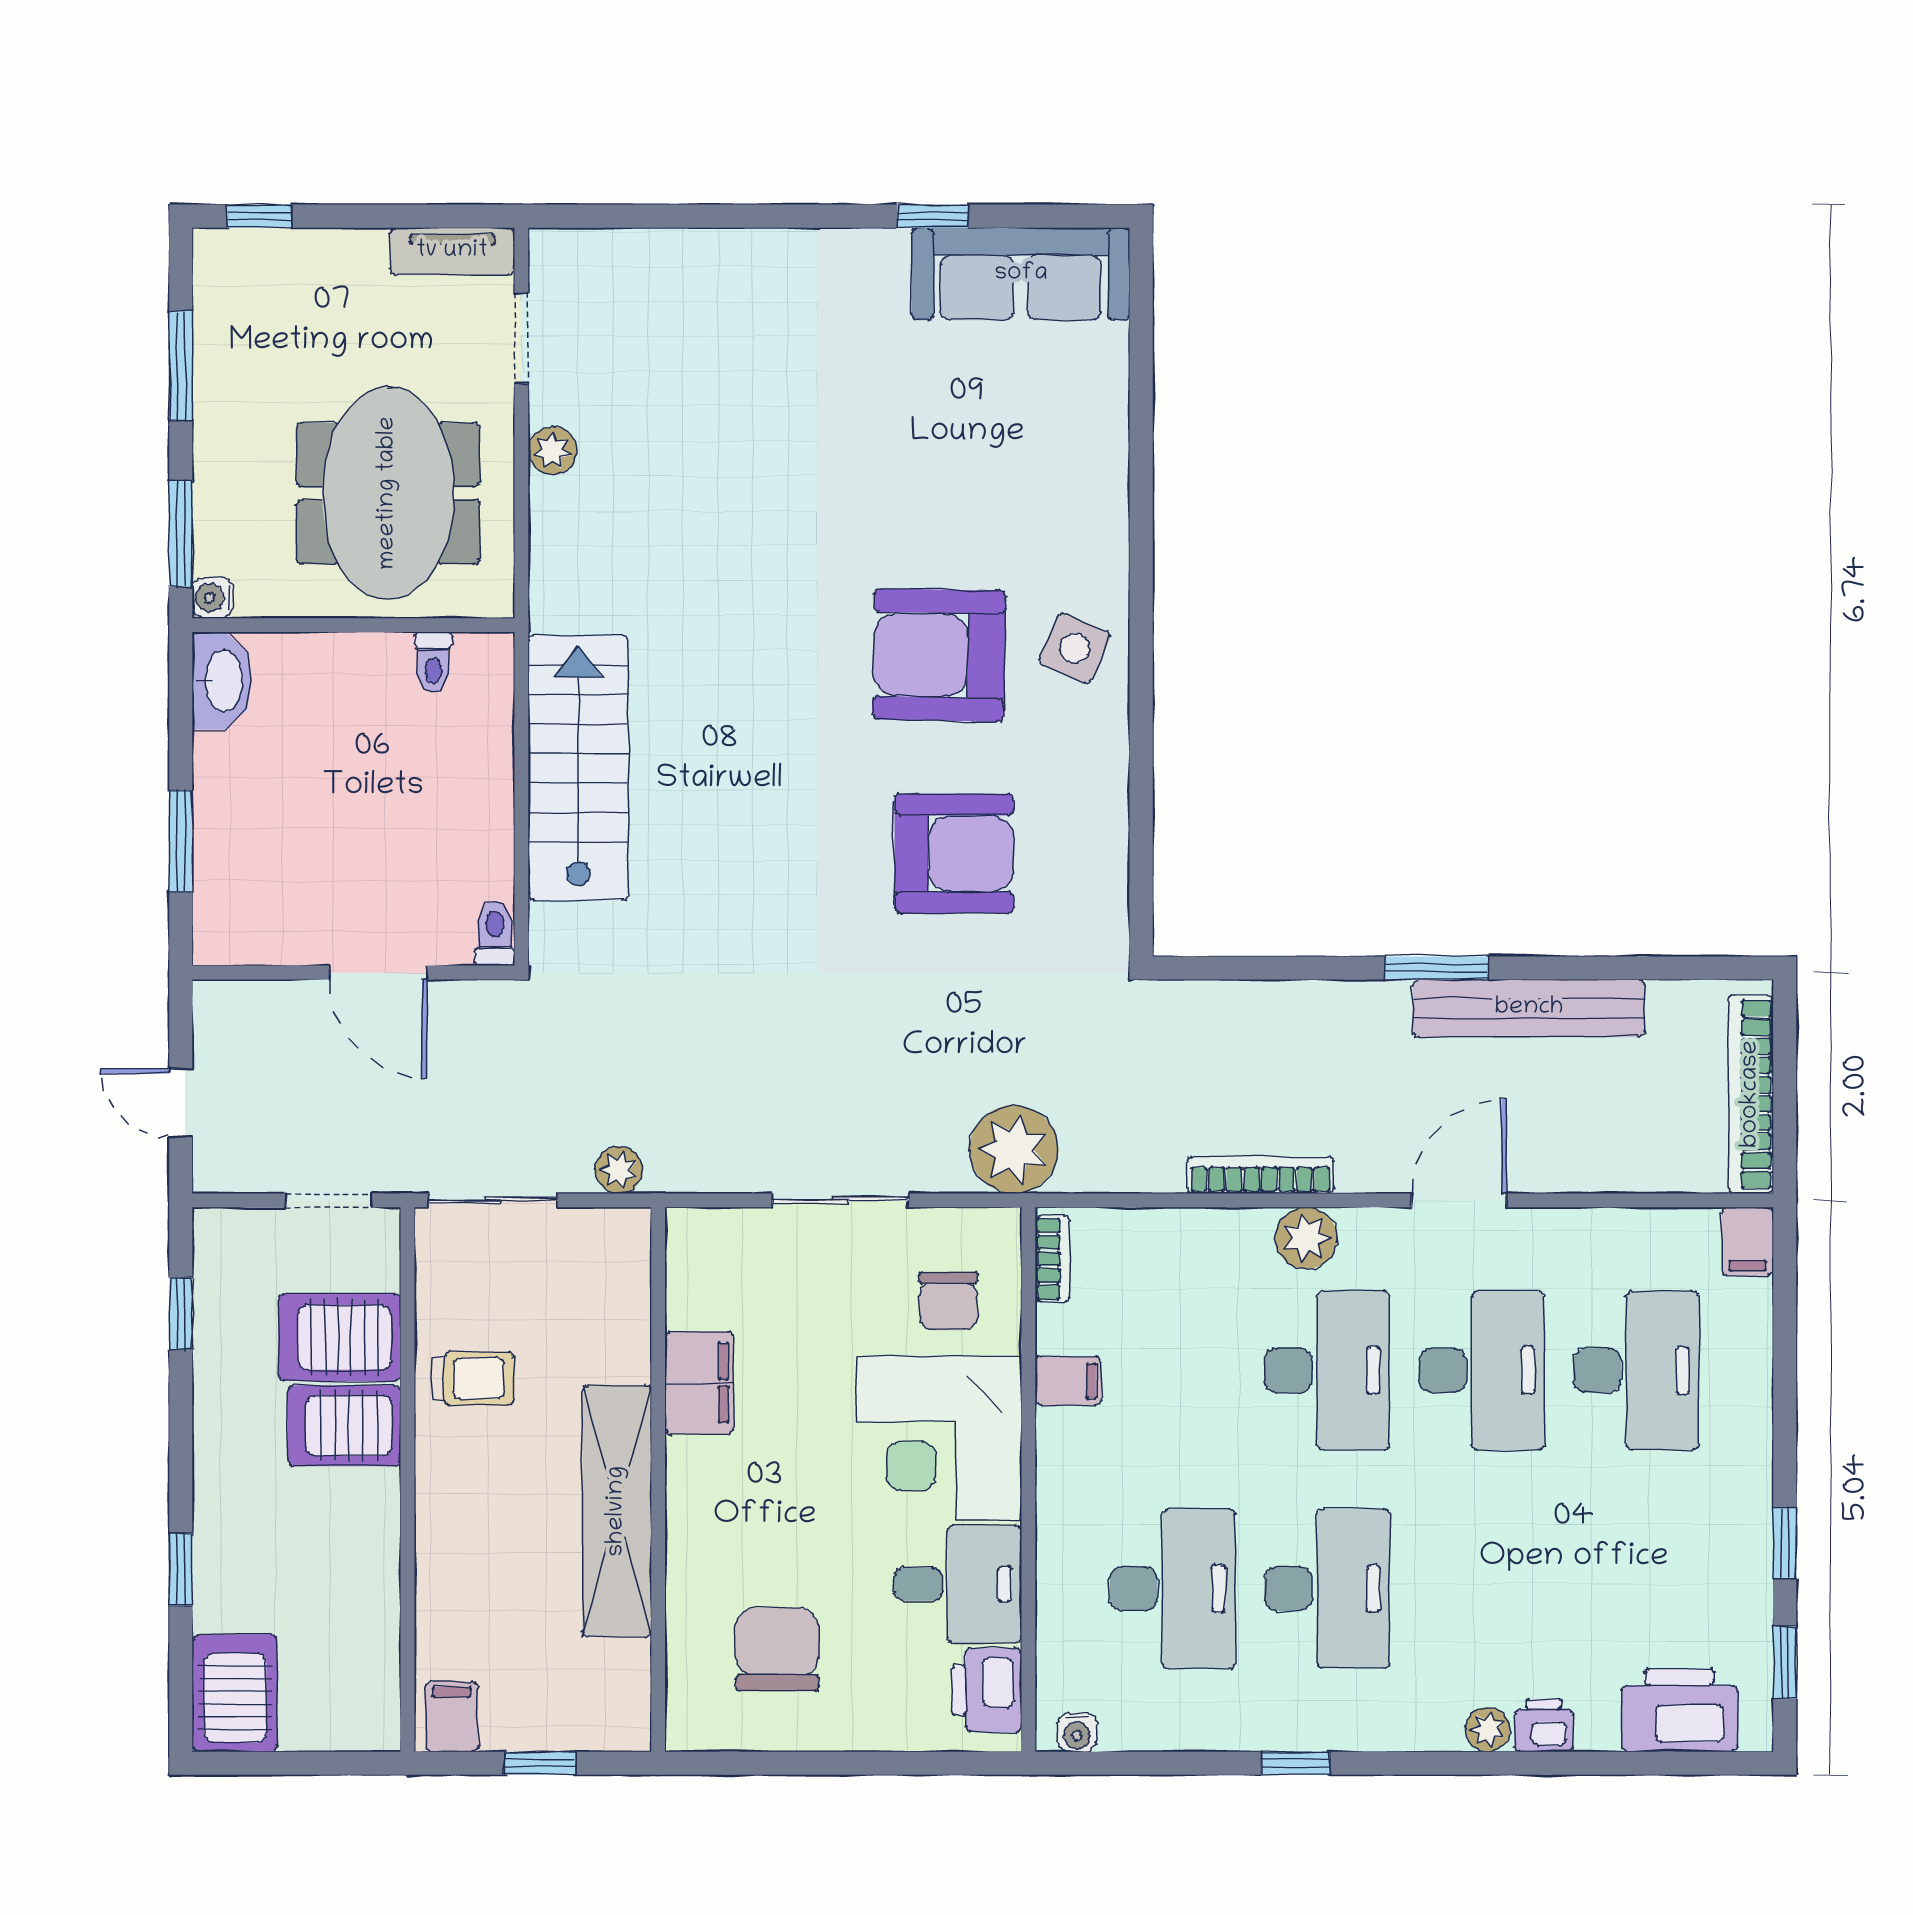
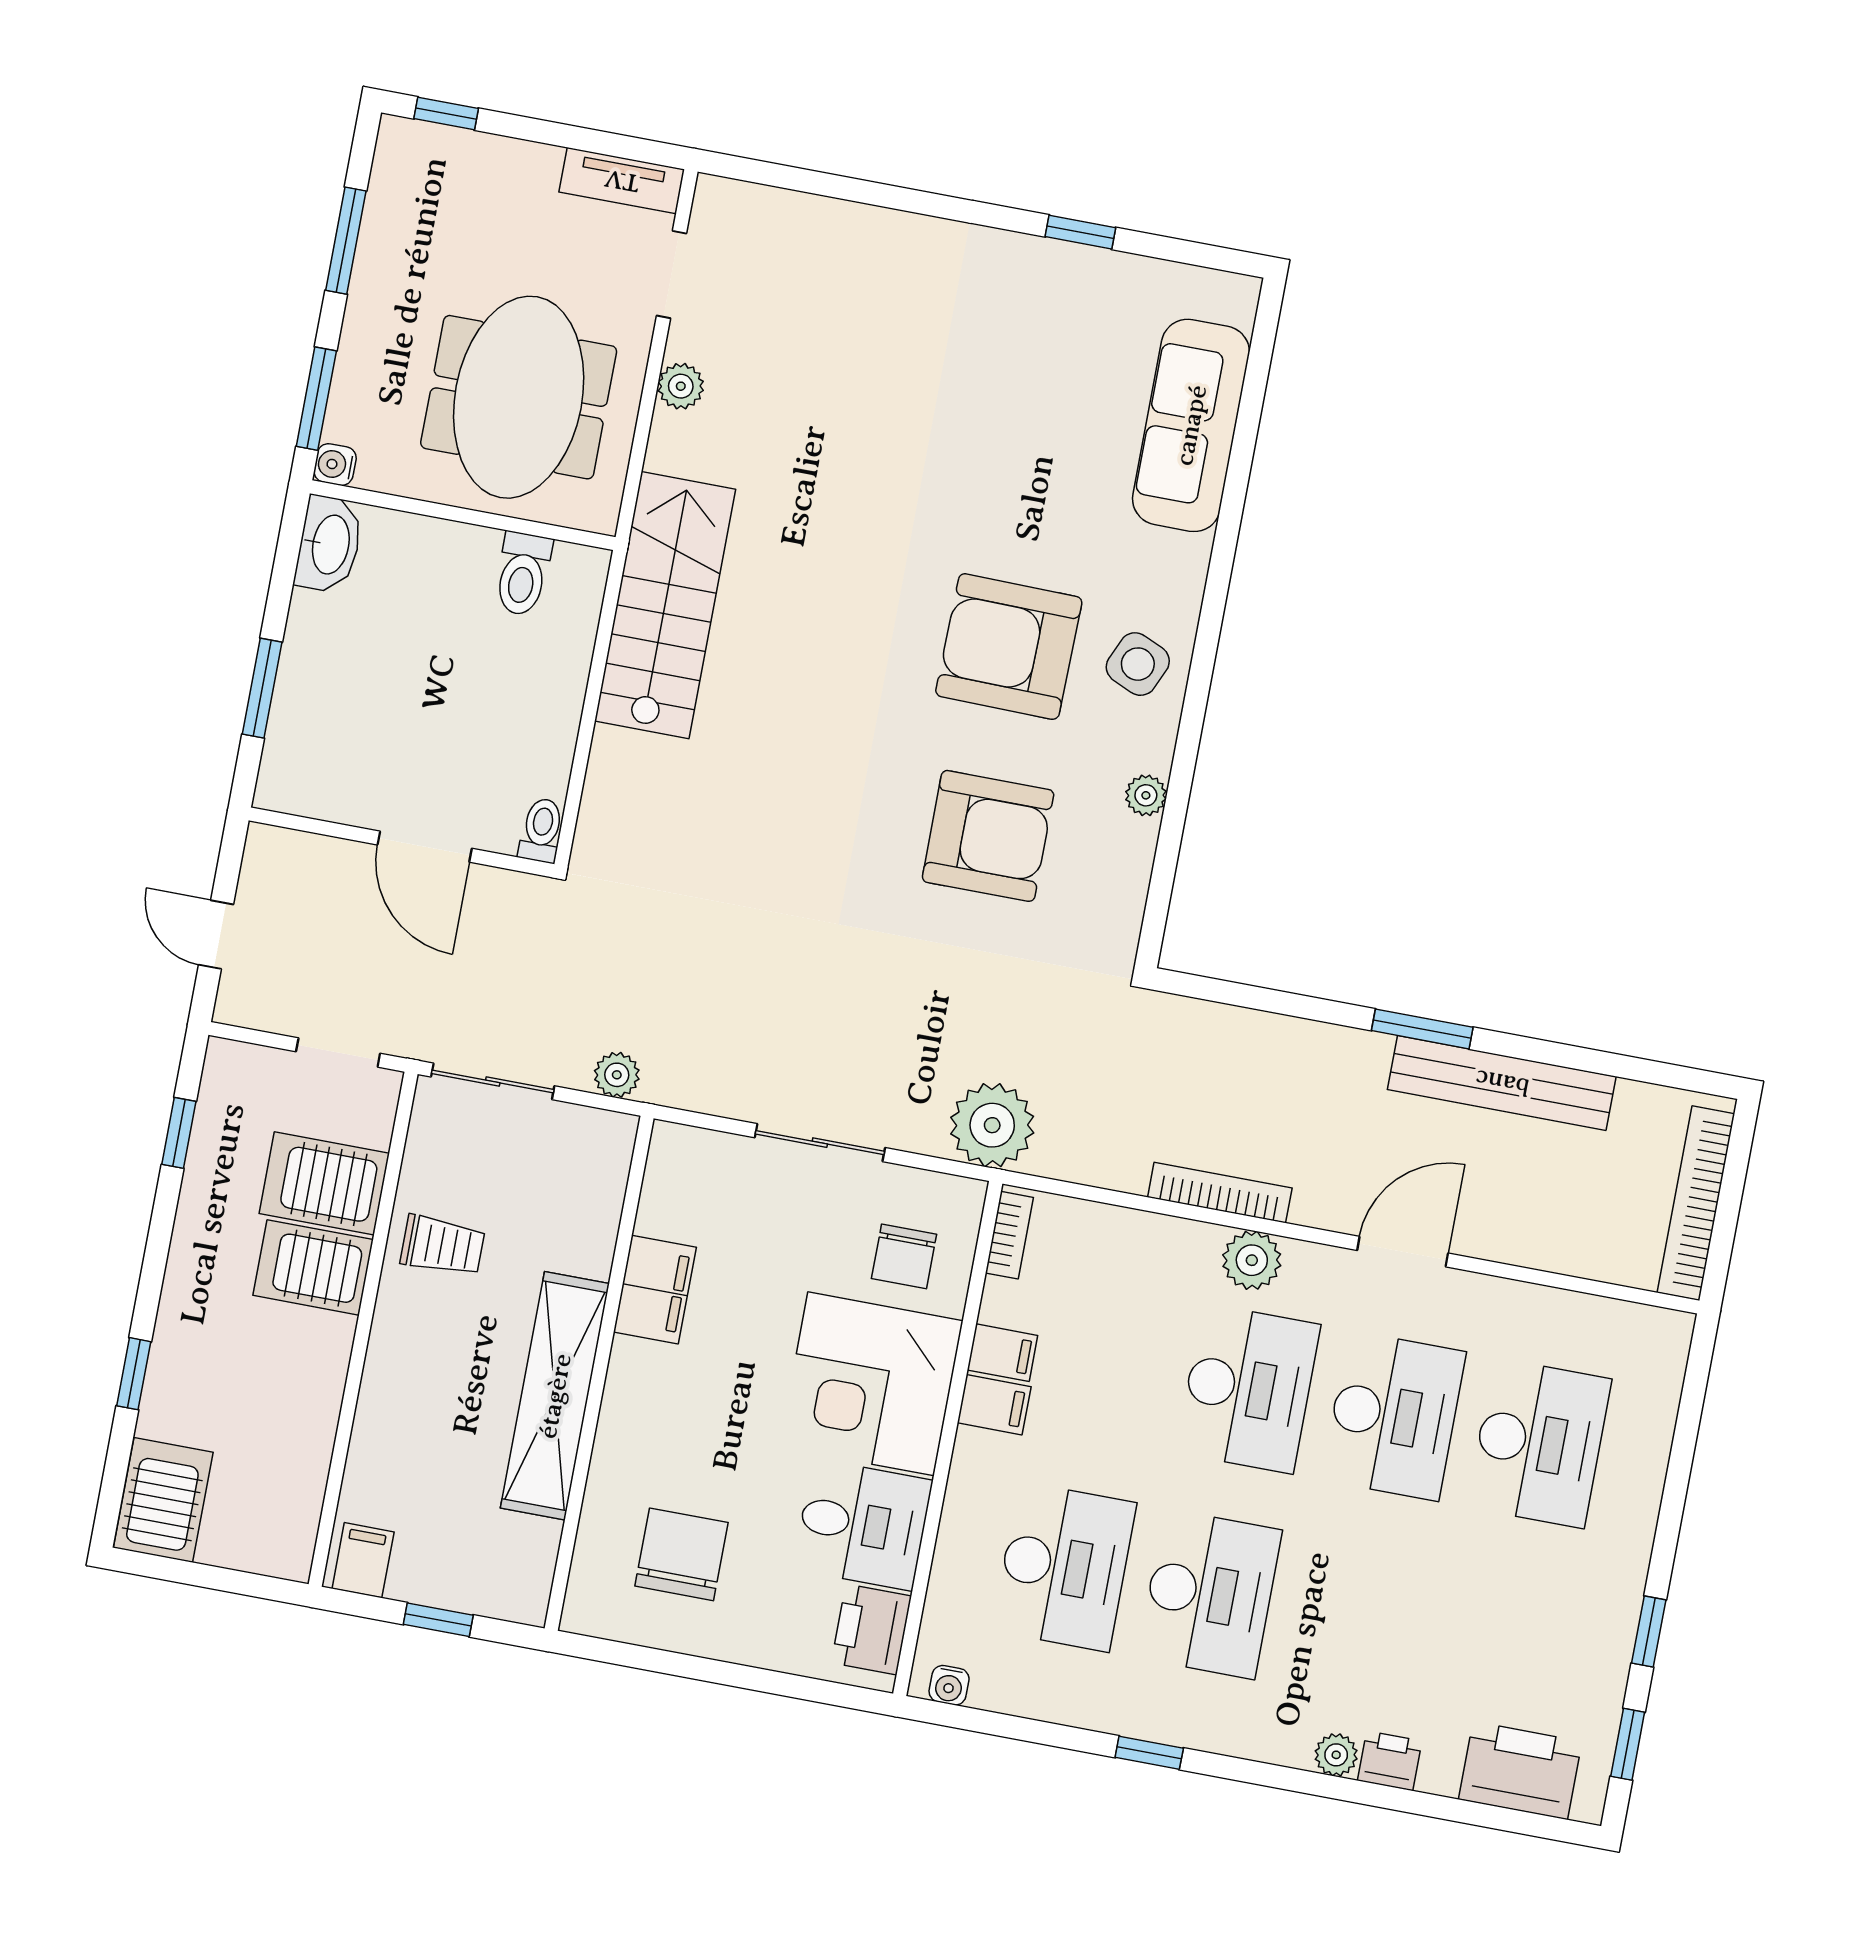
sofa: (1021, 274) -> (1191, 425), moved, turned 90
toilet: (433, 662) -> (523, 574), width x1.37, depth x1.39
stairs: (578, 768) -> (665, 605), moved
plant: (1108, 781) -> (1146, 795), added
filing cabinet: (1748, 1242) -> (994, 1405), moved, turned -90

